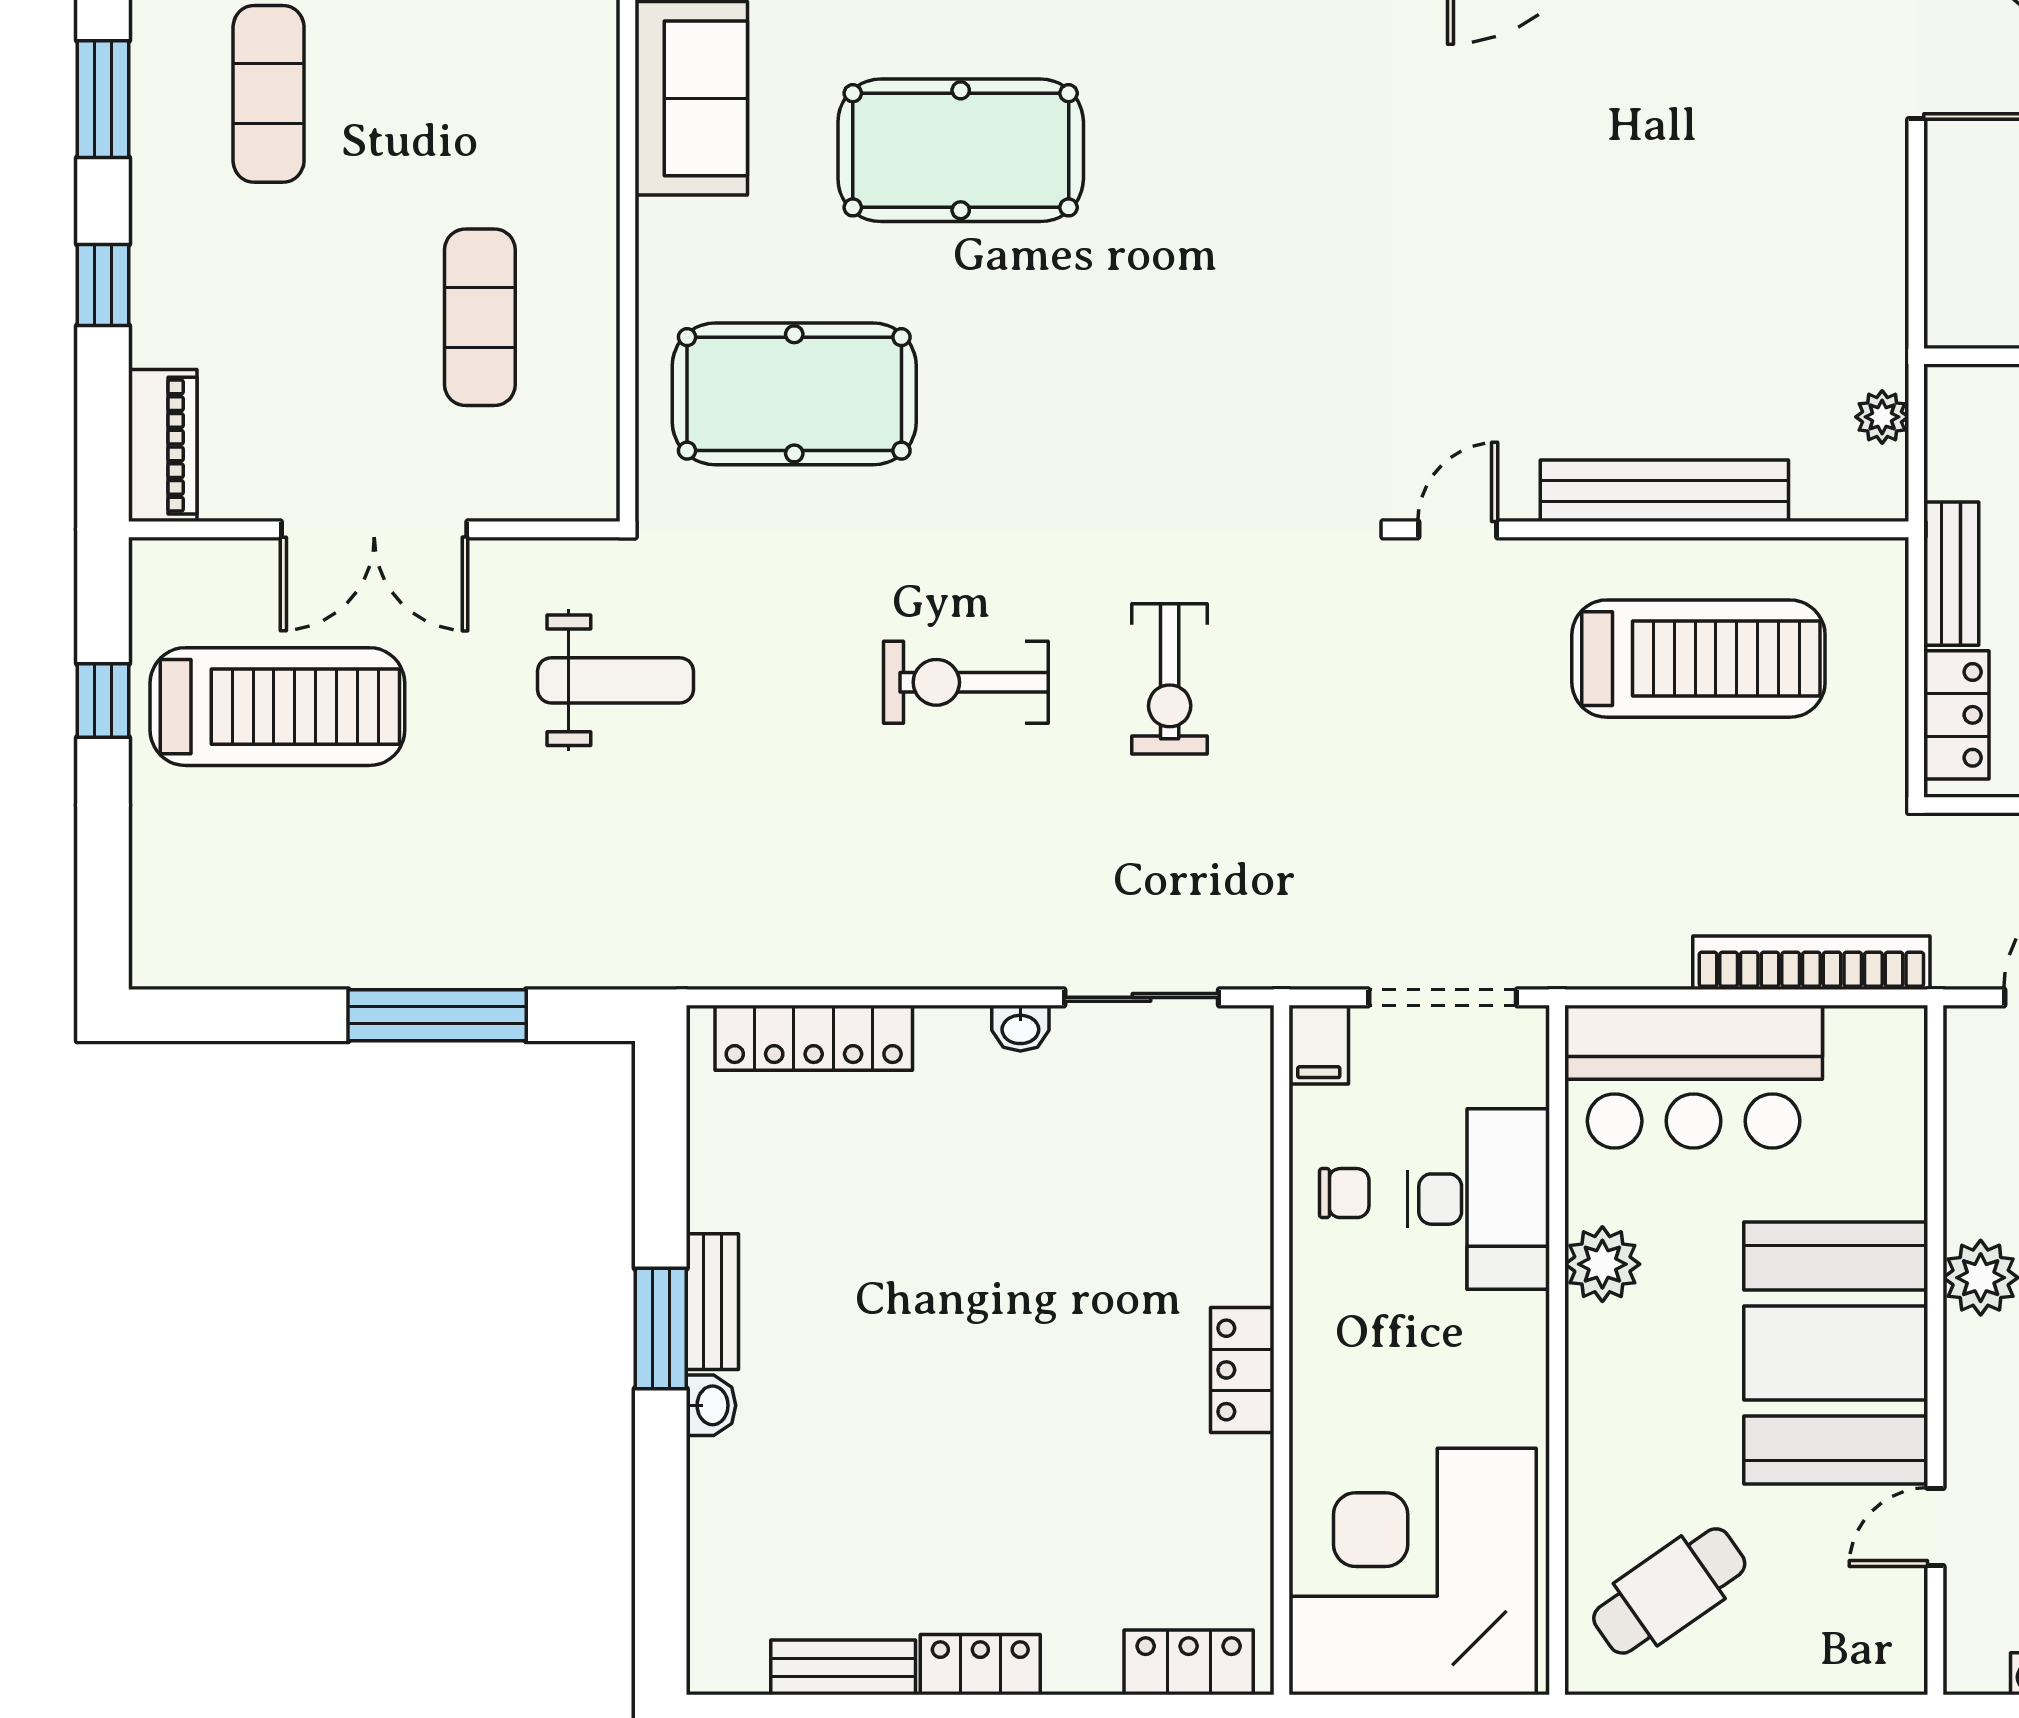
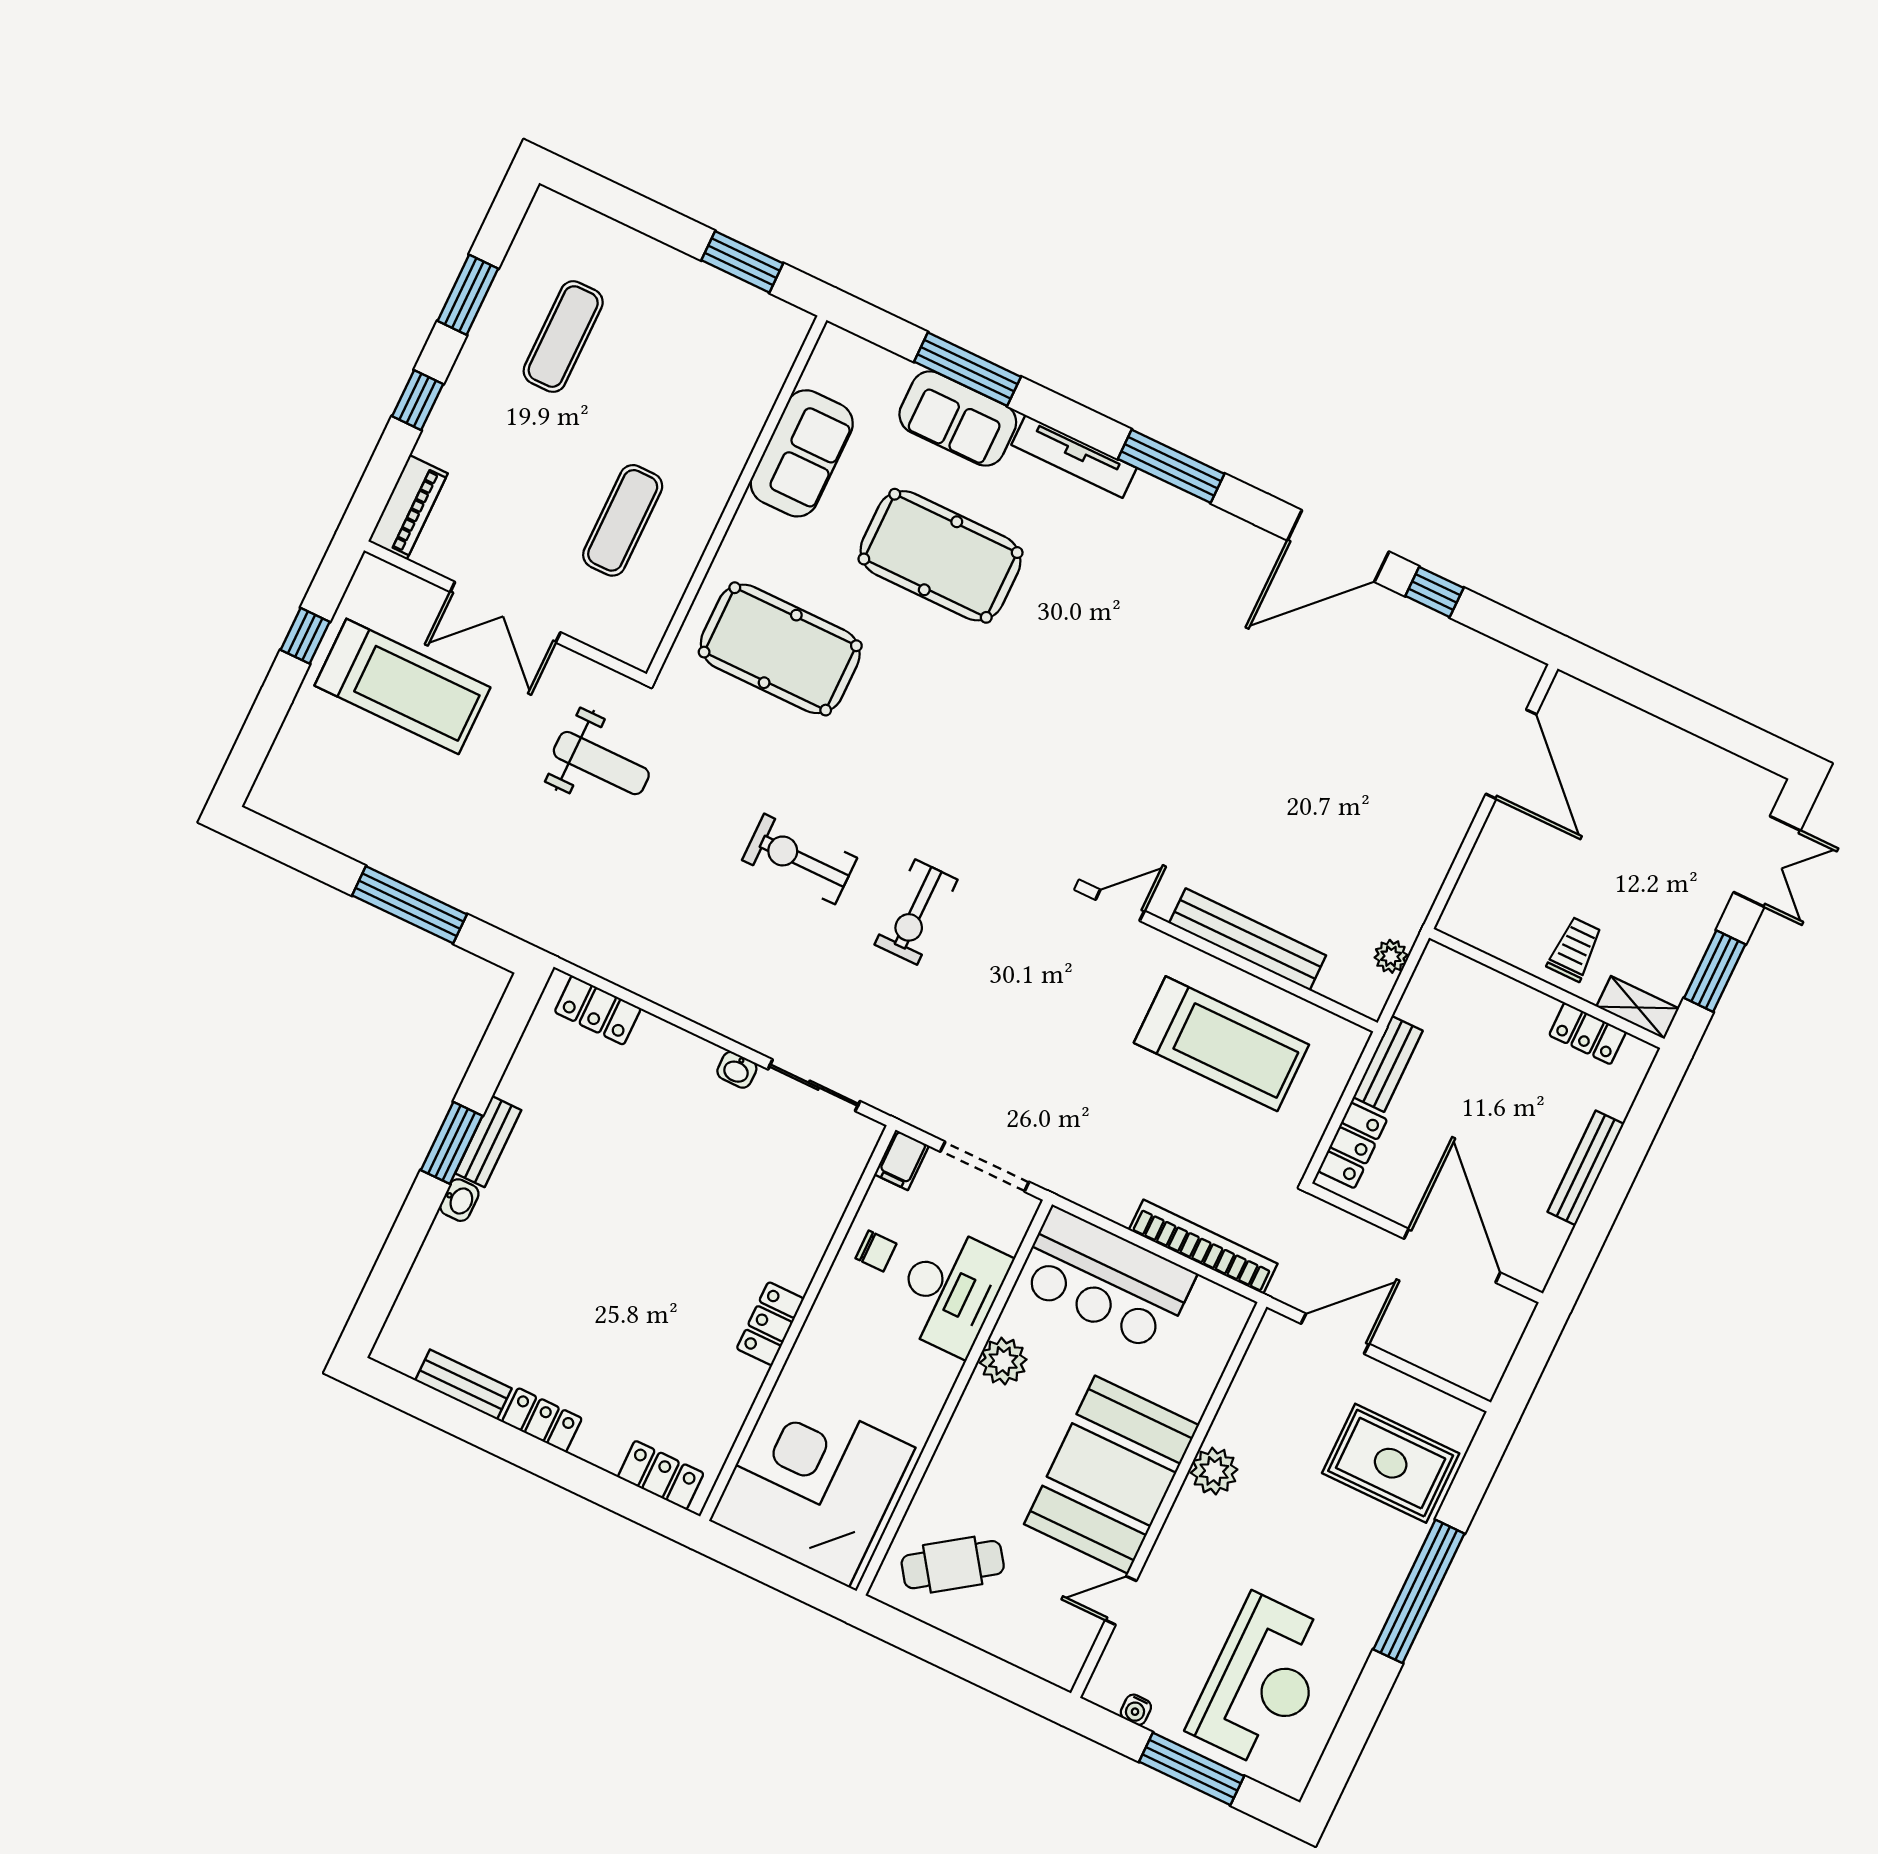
locker: (814, 1038) -> (598, 1010), width x0.66

